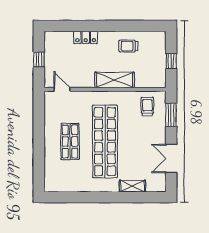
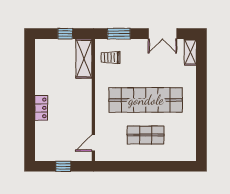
locker: (86, 37) -> (41, 108), moved
trolley: (128, 46) -> (50, 76), removed
shelving: (115, 80) -> (84, 59), moved
shelving: (132, 186) -> (190, 52), moved

